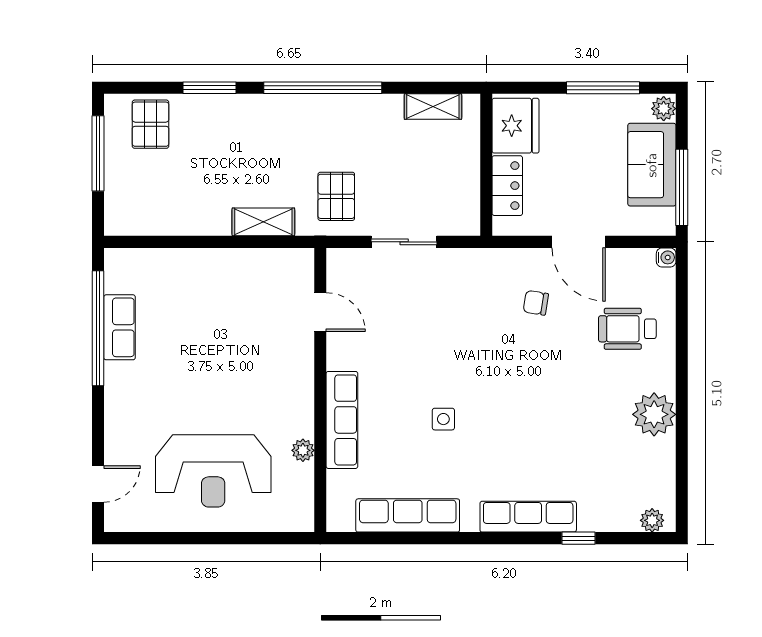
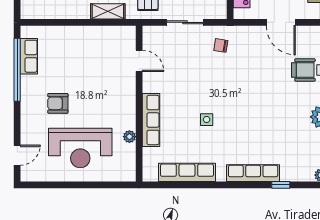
chair: (536, 303) -> (221, 45), moved
row of seats: (120, 327) -> (29, 56), moved
armchair: (172, 390) -> (58, 103), added

